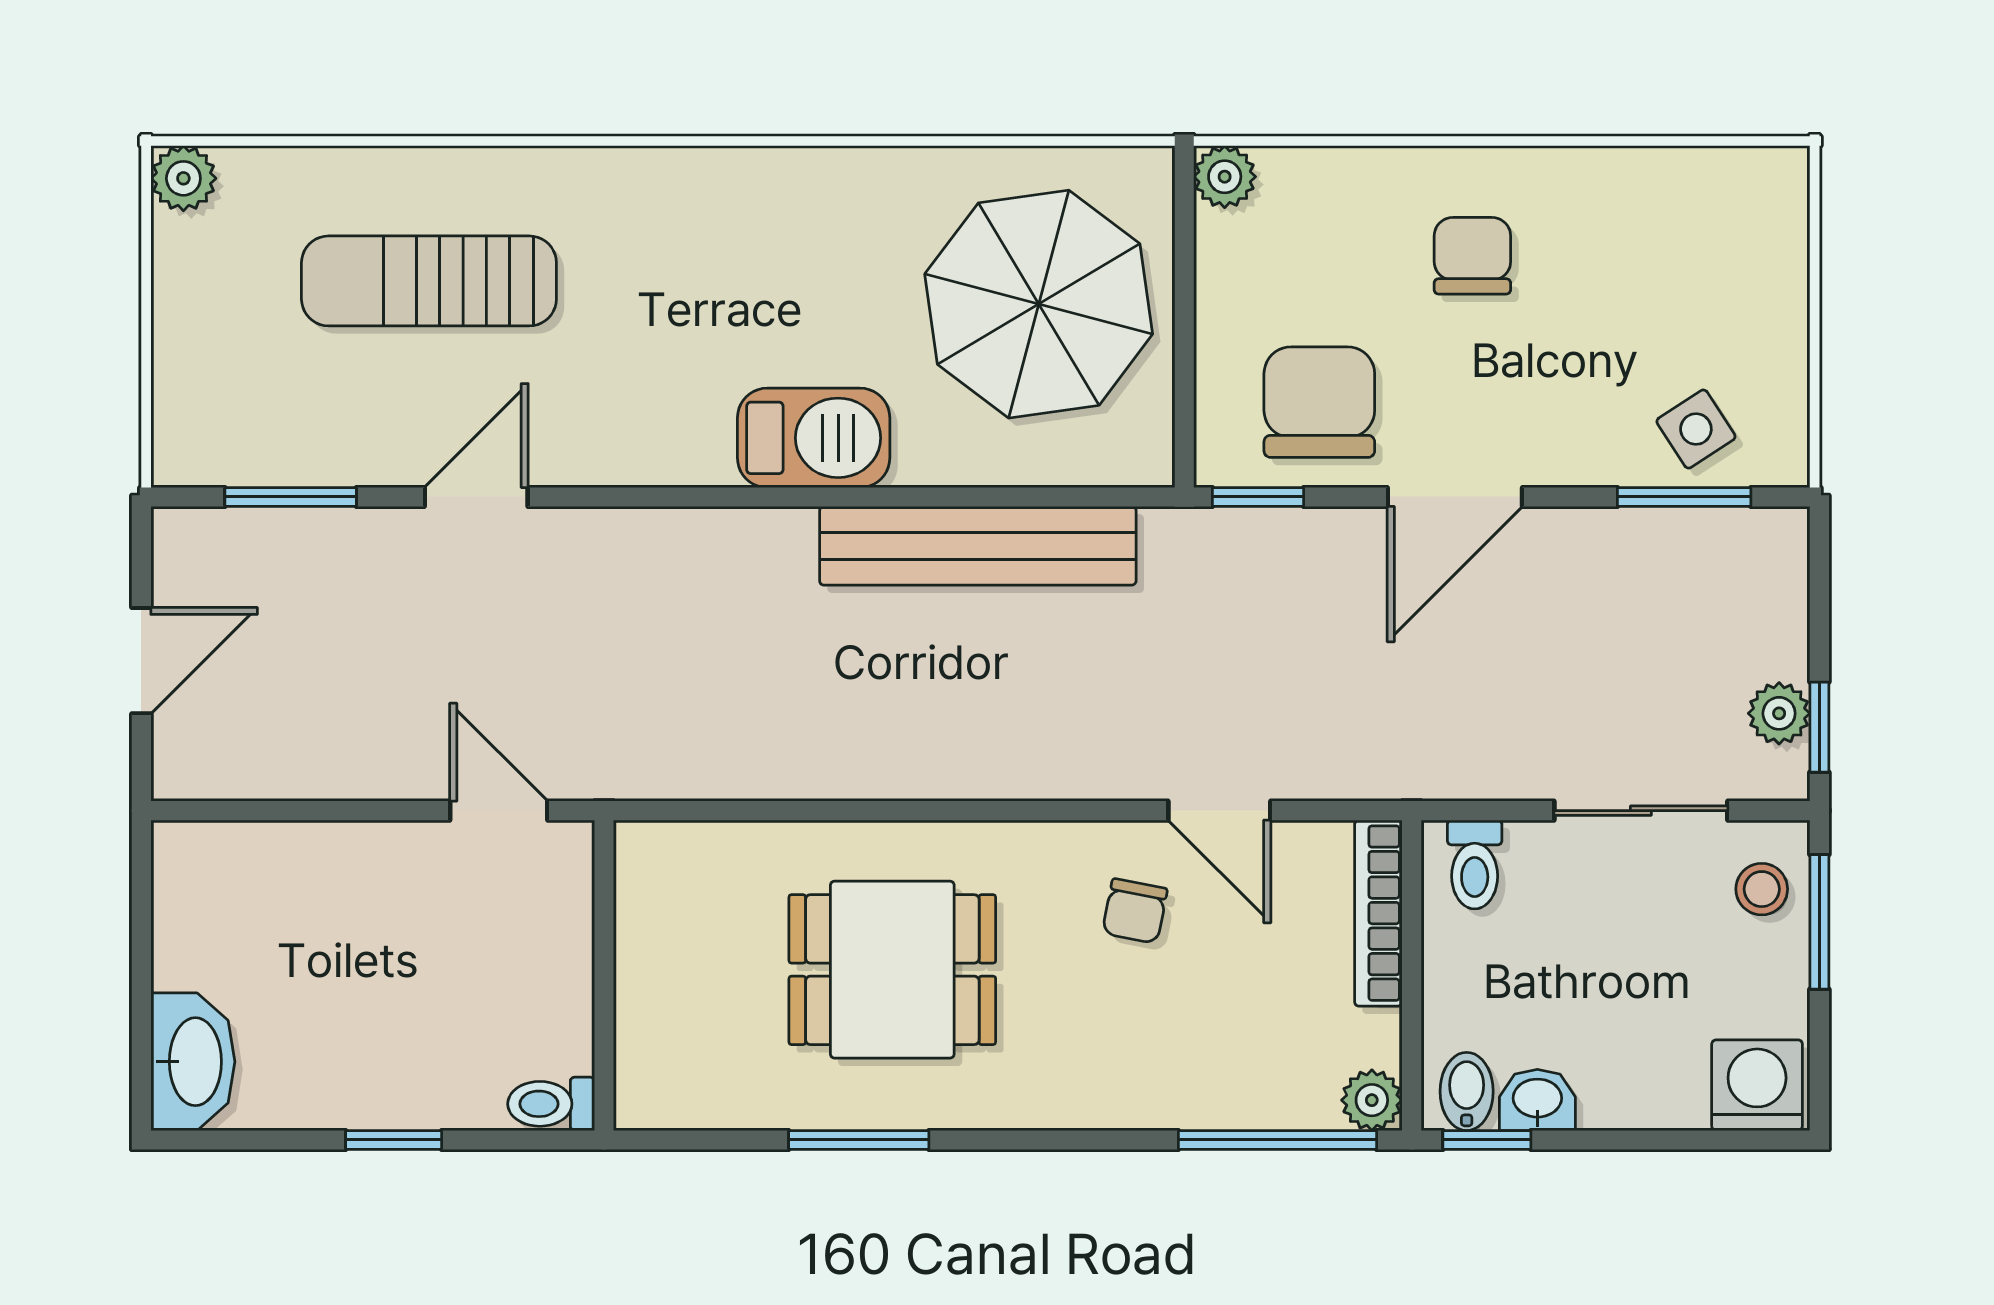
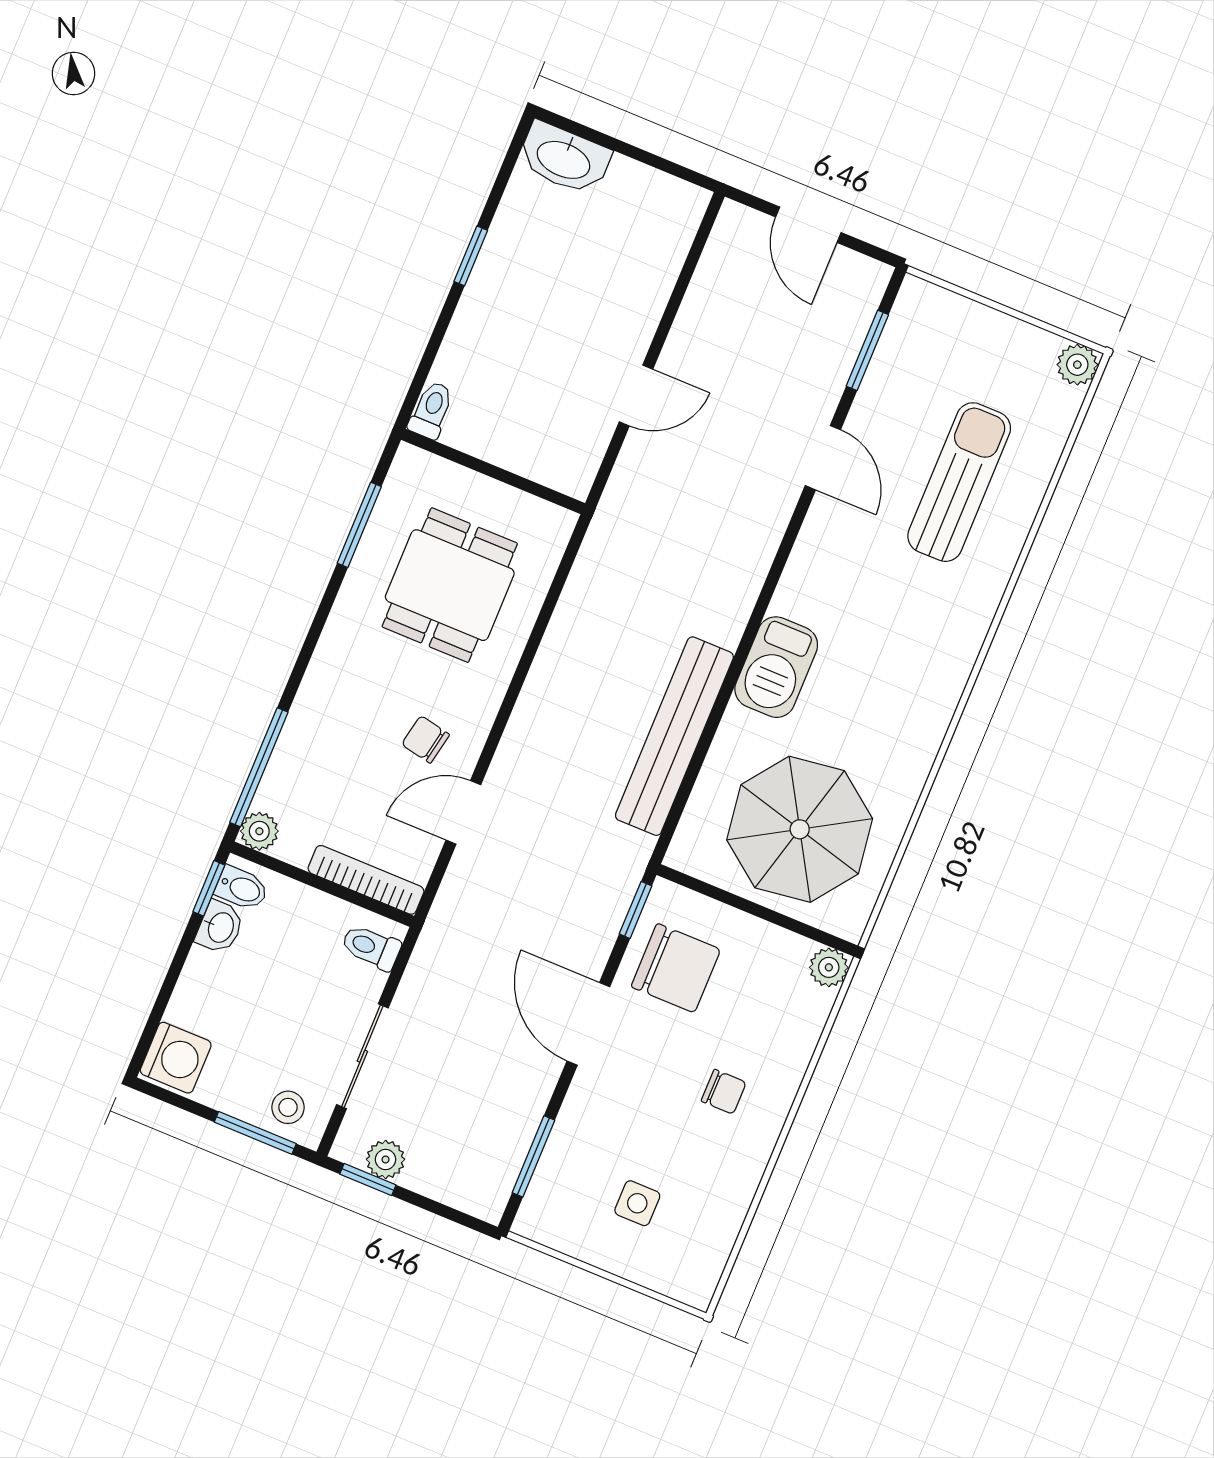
chair: (1472, 256) -> (724, 1092), width x0.73, depth x0.73
side table: (1696, 429) -> (637, 1203), moved, turned 33
wall: (604, 975) -> (493, 471), moved
toilet: (551, 1104) -> (431, 410), moved

